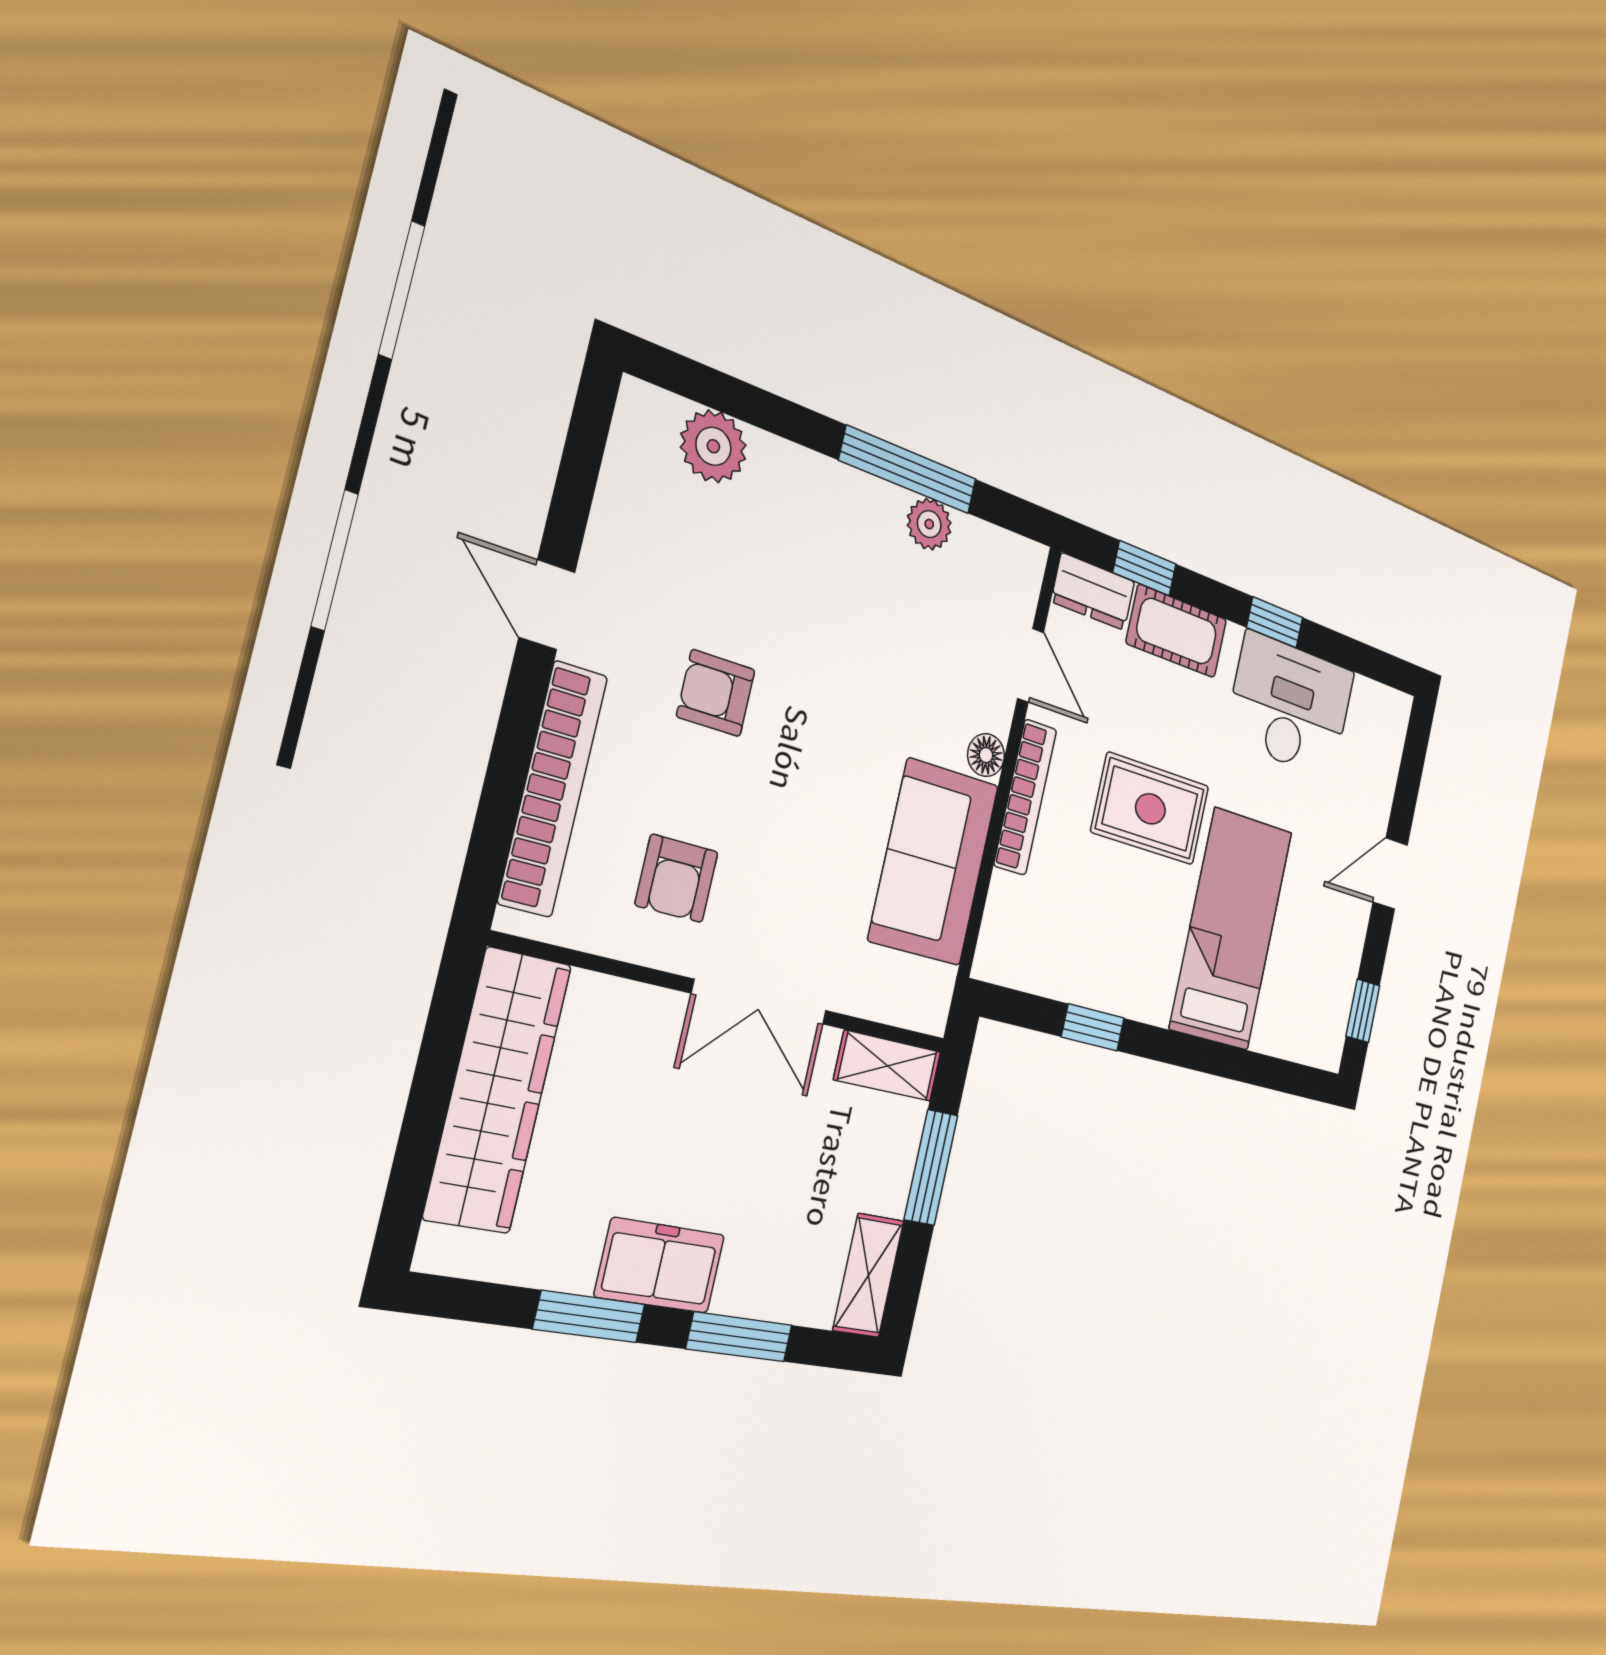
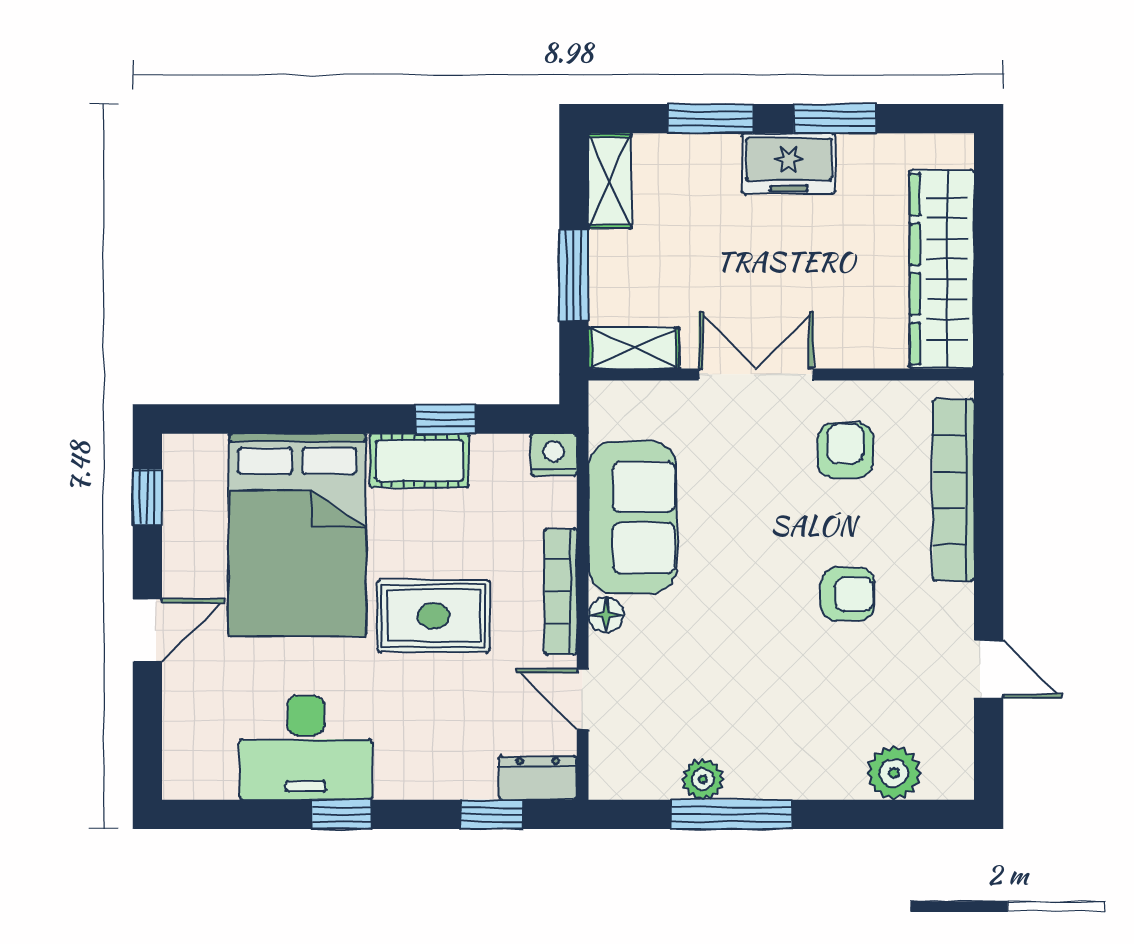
door: (547, 605) -> (989, 669), moved
cot: (1177, 631) -> (419, 461), moved
bed: (1231, 929) -> (297, 535), width x1.50
nightstand: (997, 959) -> (554, 455), added

